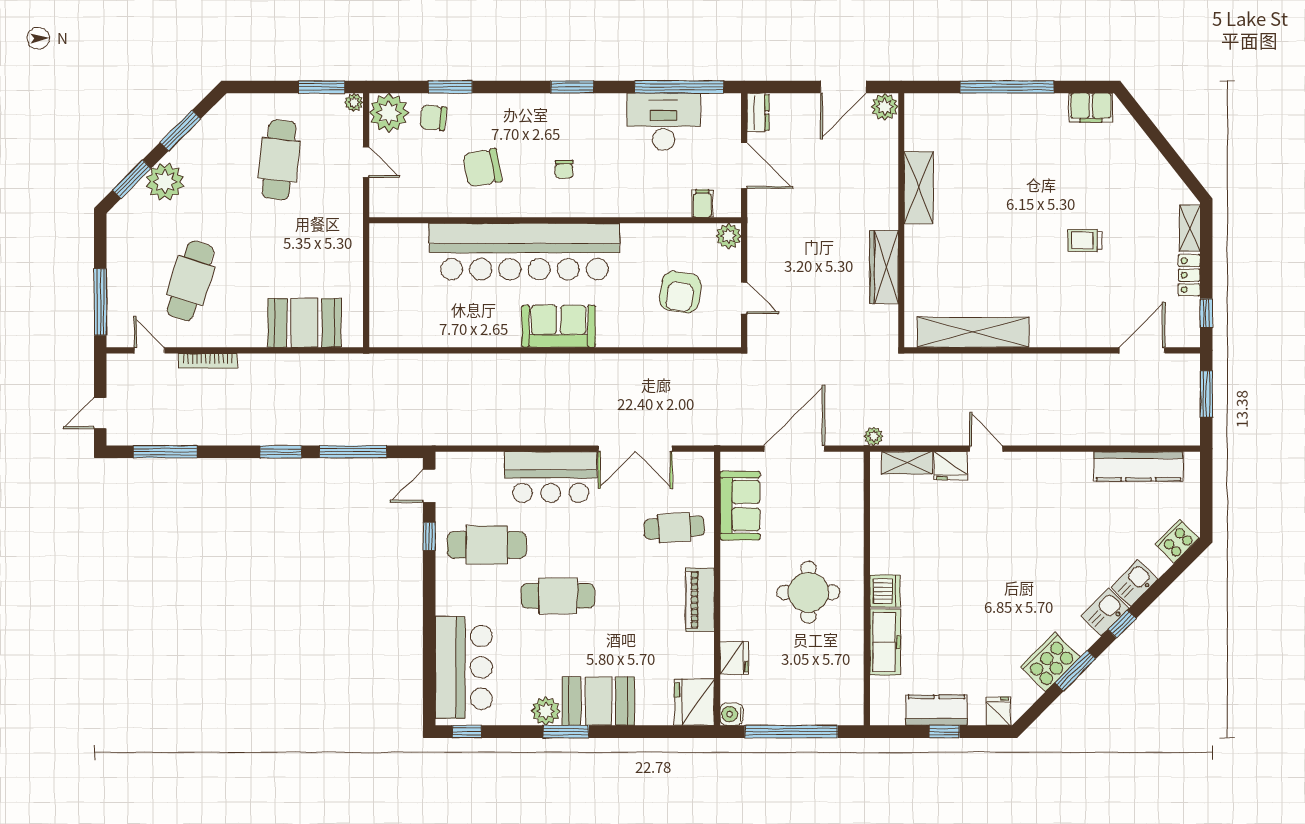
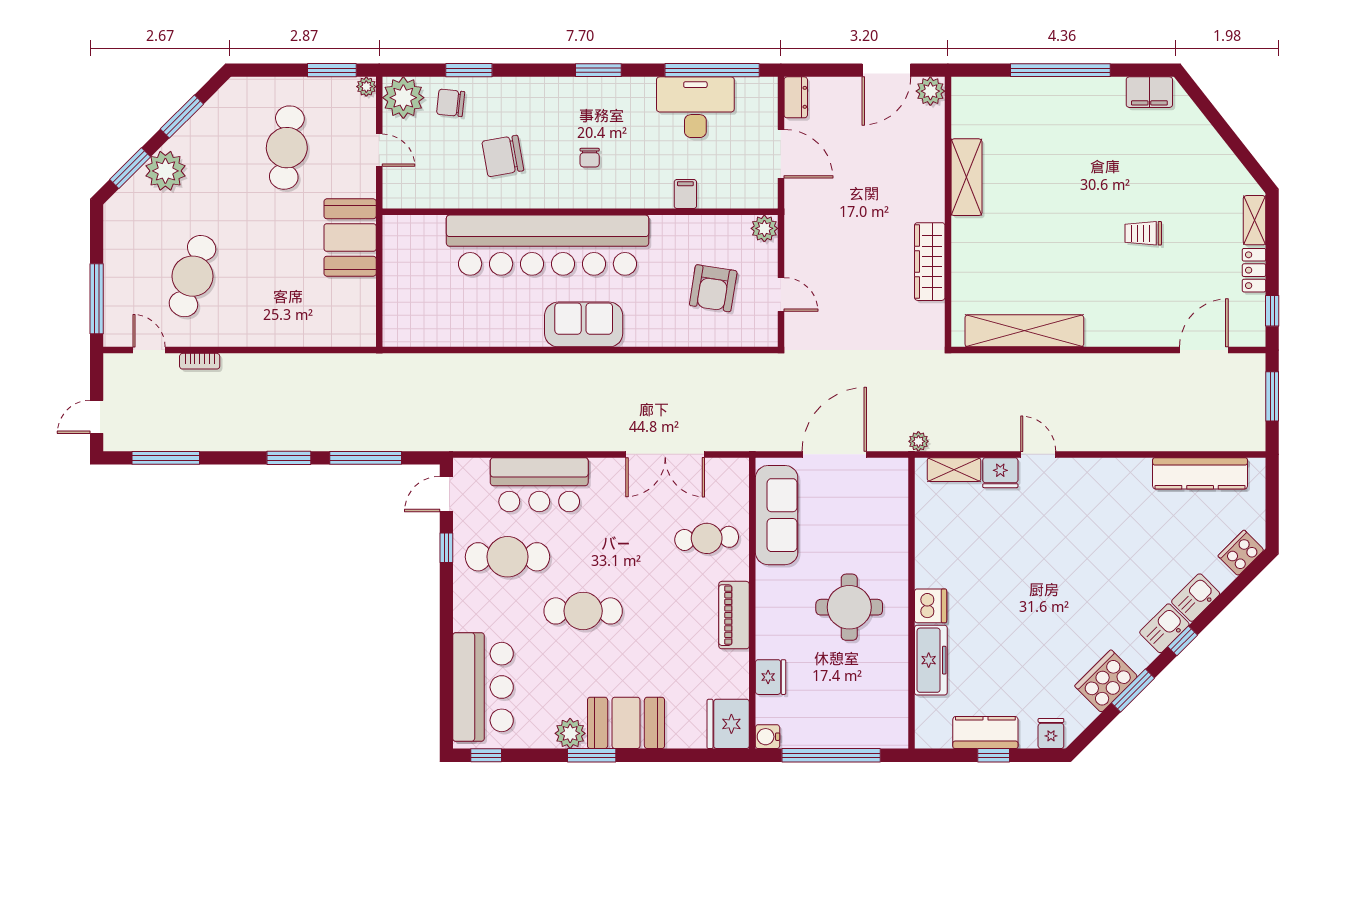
filing cabinet: (702, 203) -> (685, 194), moved
booth: (304, 323) -> (350, 237), moved, turned 90
bookcase: (208, 361) -> (200, 361), width x0.64
bar counter: (551, 477) -> (539, 485), moved
sofa: (740, 506) -> (777, 515), width x1.36

